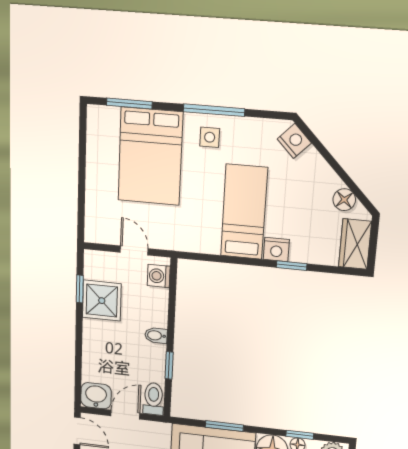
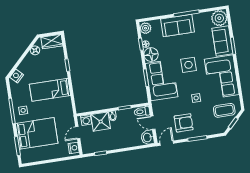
nightstand: (276, 250) -> (74, 148), moved
shower: (102, 301) -> (101, 122), moved

